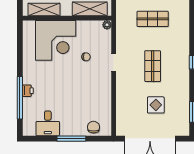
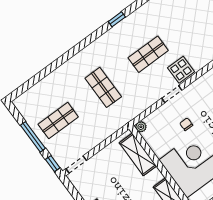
display table: (156, 105) -> (181, 70), moved

